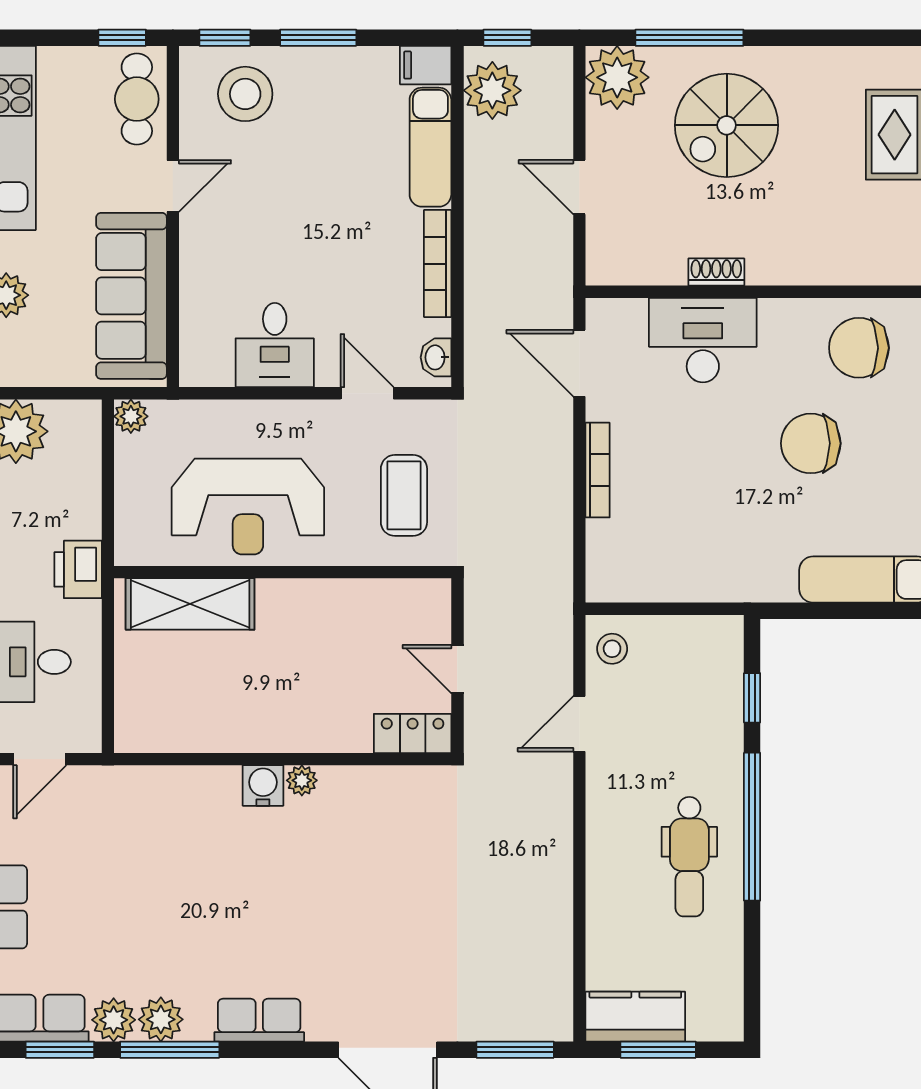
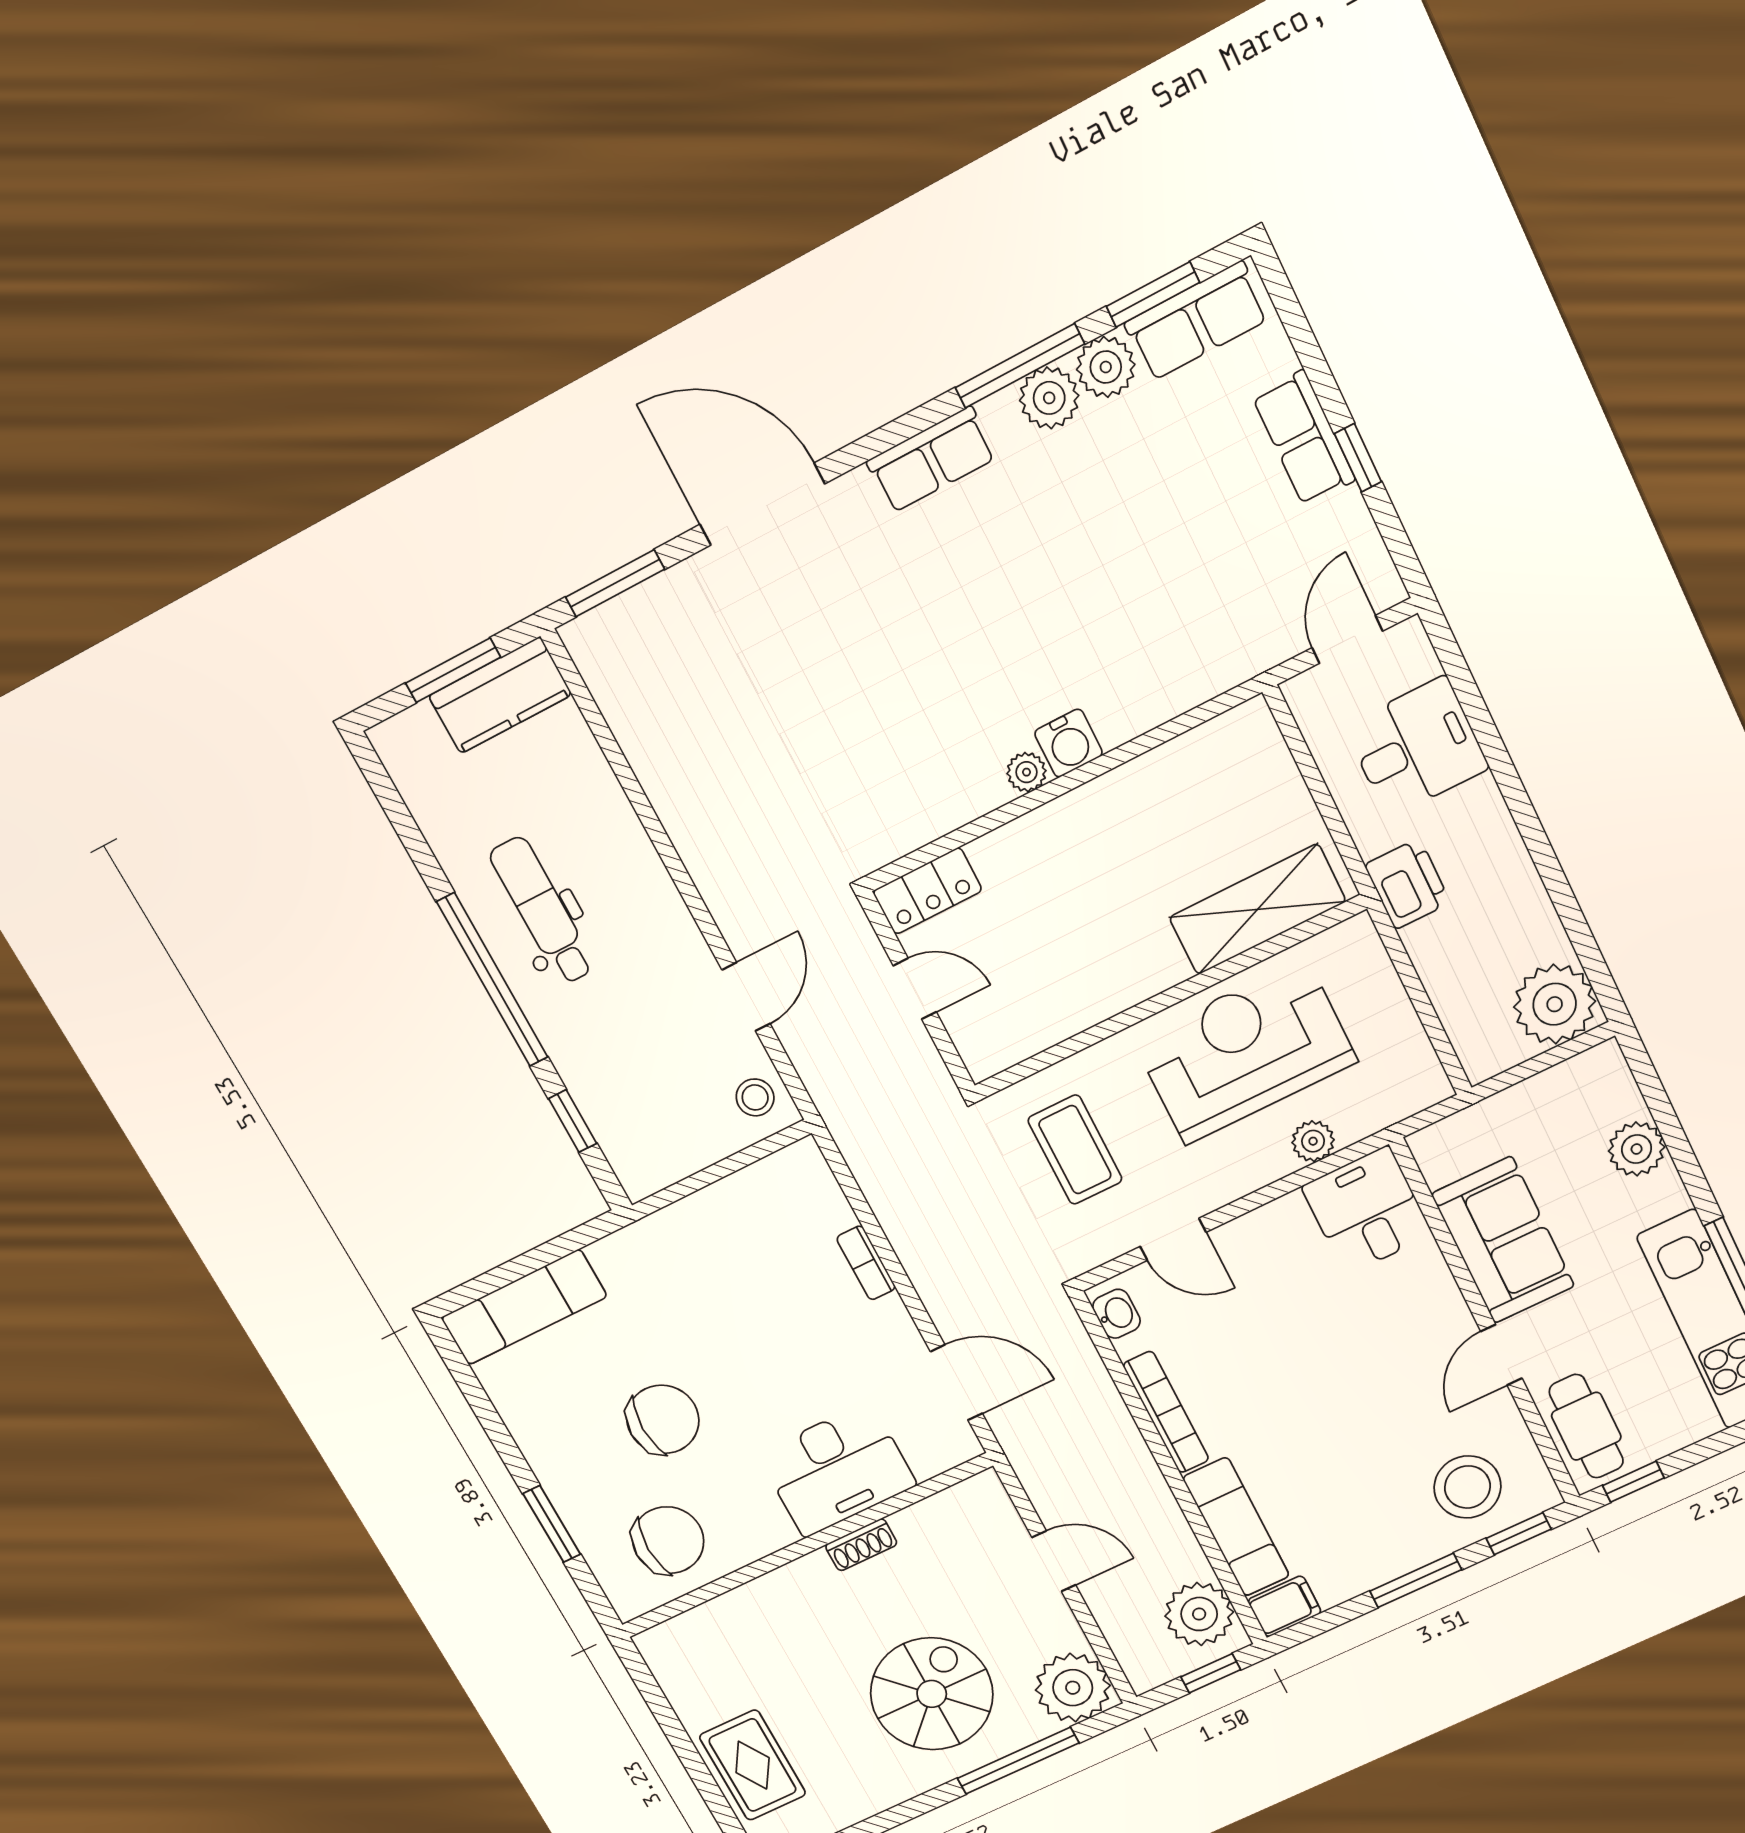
sofa: (131, 296) -> (1503, 1240), width x0.73
desk: (275, 345) -> (1367, 1211), moved
plant: (131, 416) -> (1313, 1141), moved
bookcase: (598, 470) -> (866, 1263), width x0.64

